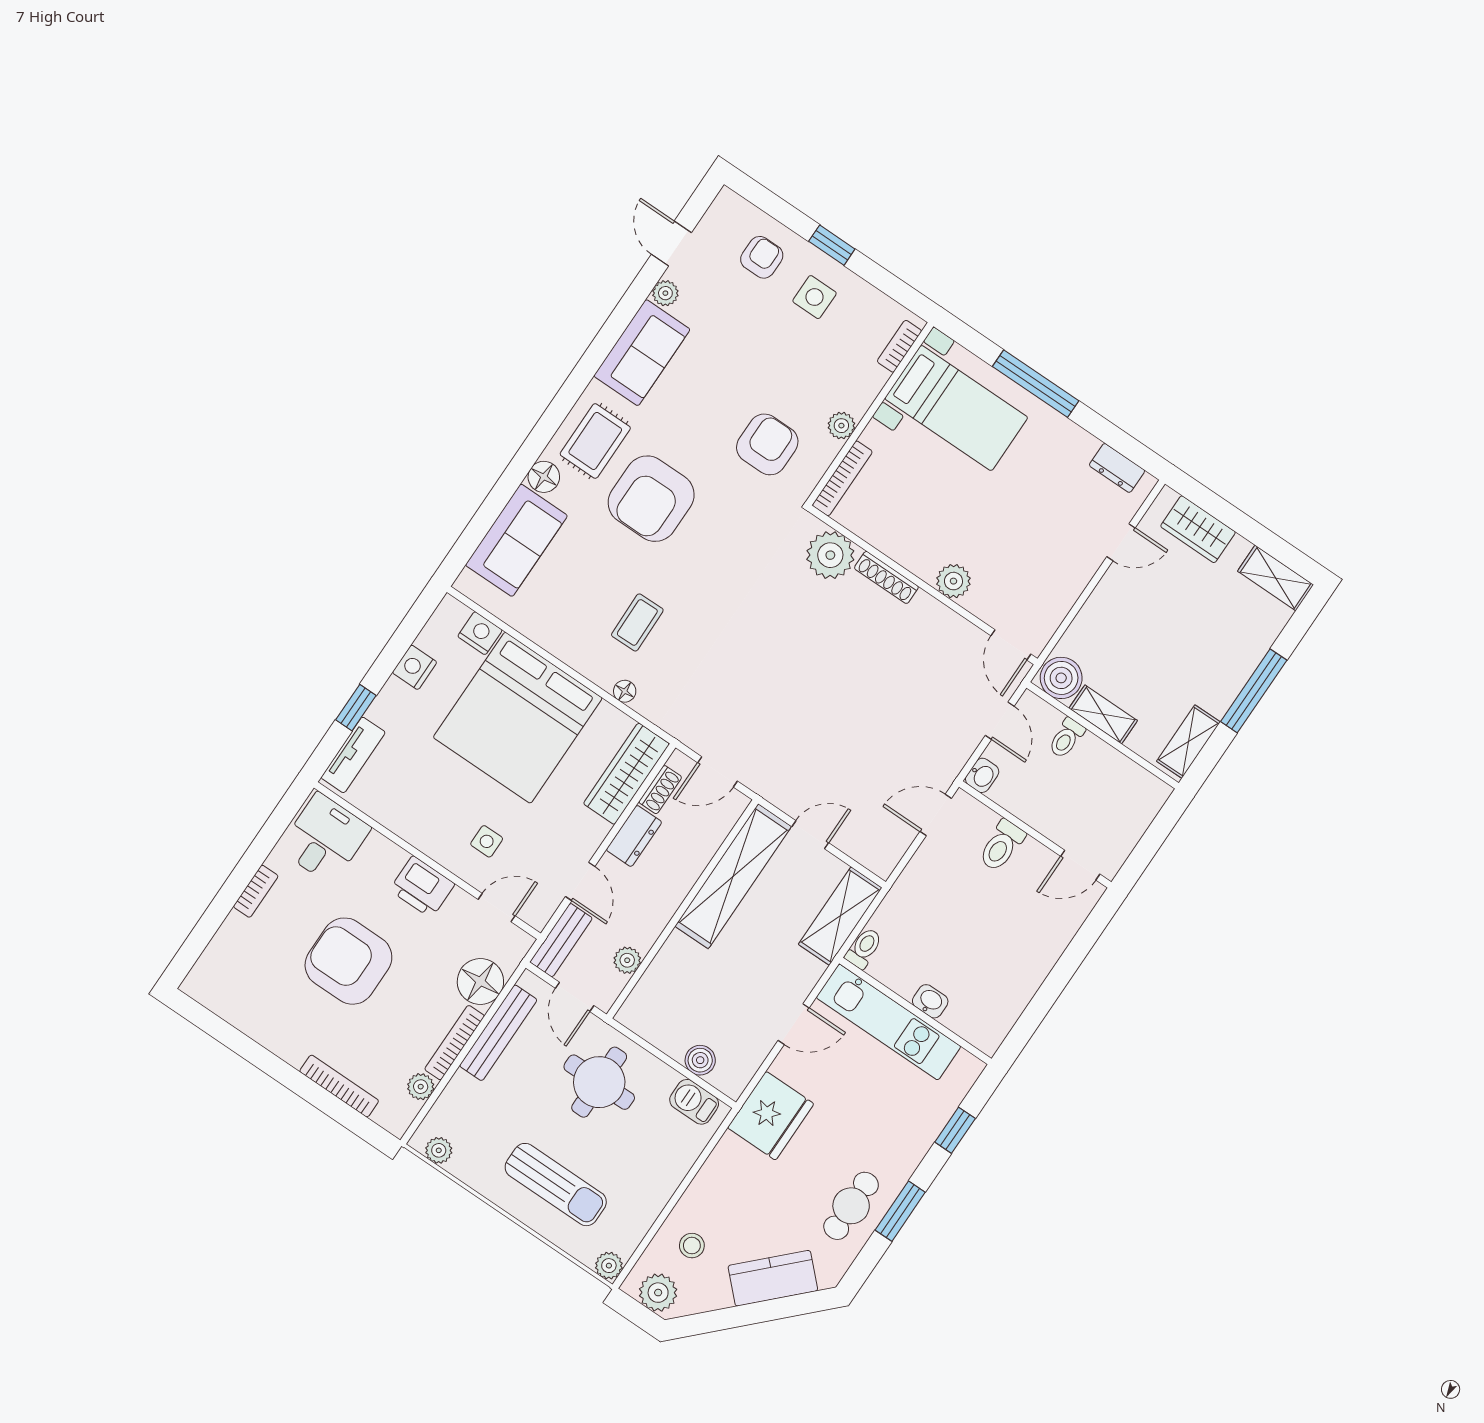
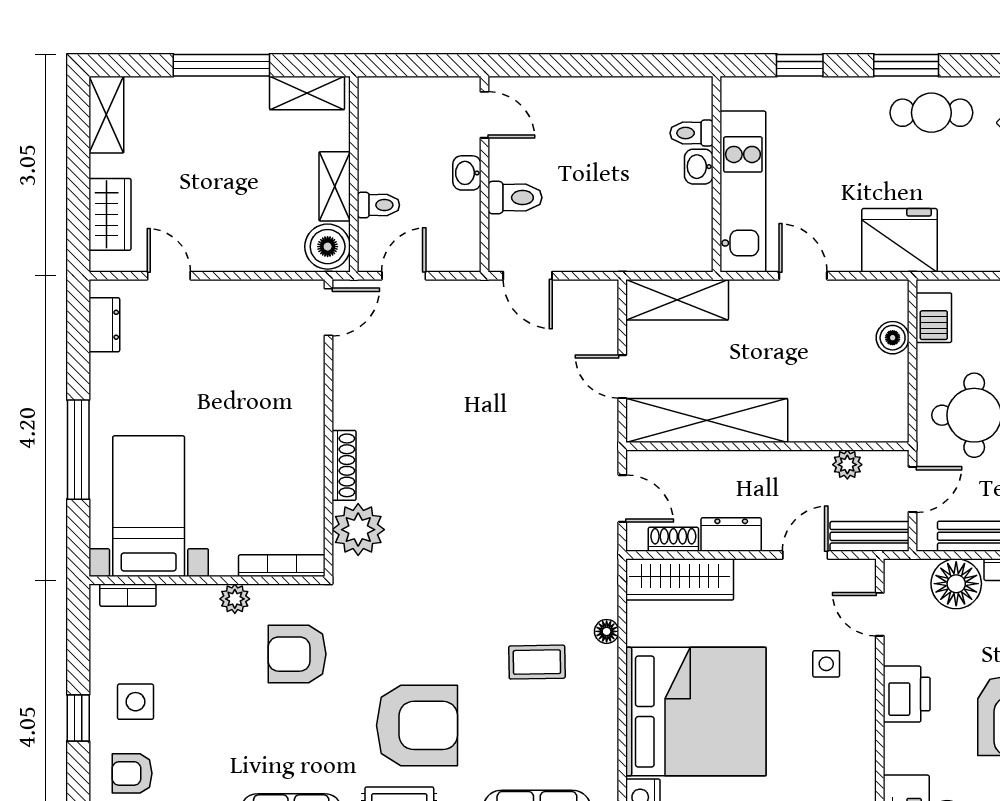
plant: (953, 581) -> (306, 403), removed
washbasin: (982, 775) -> (467, 173), moved, turned -90
toilet: (864, 948) -> (692, 133), moved

